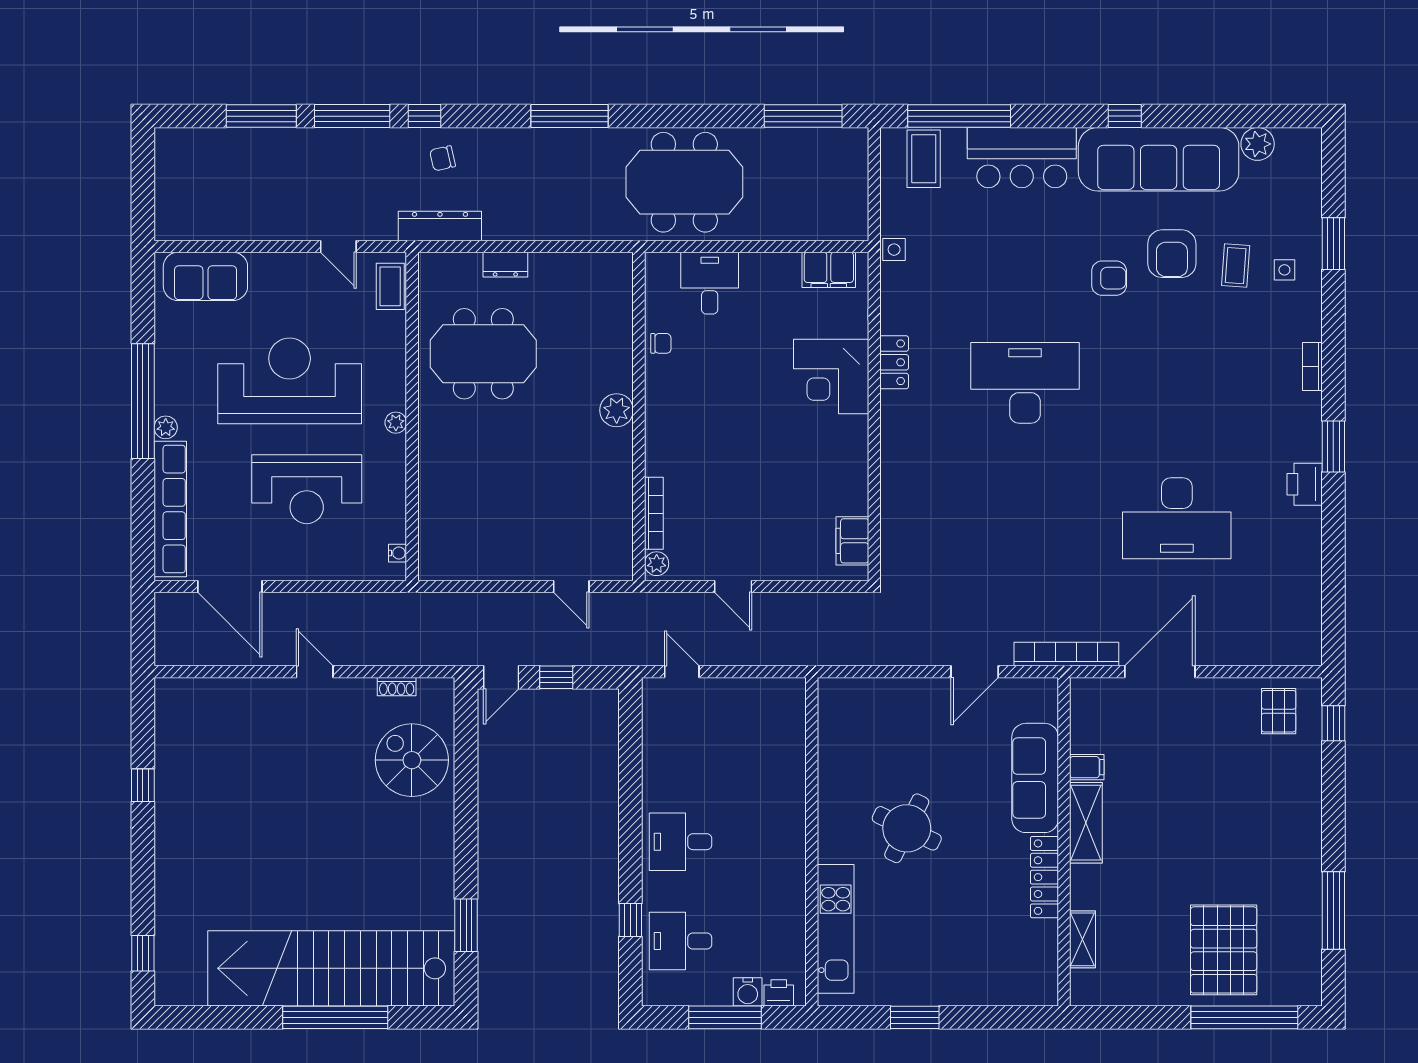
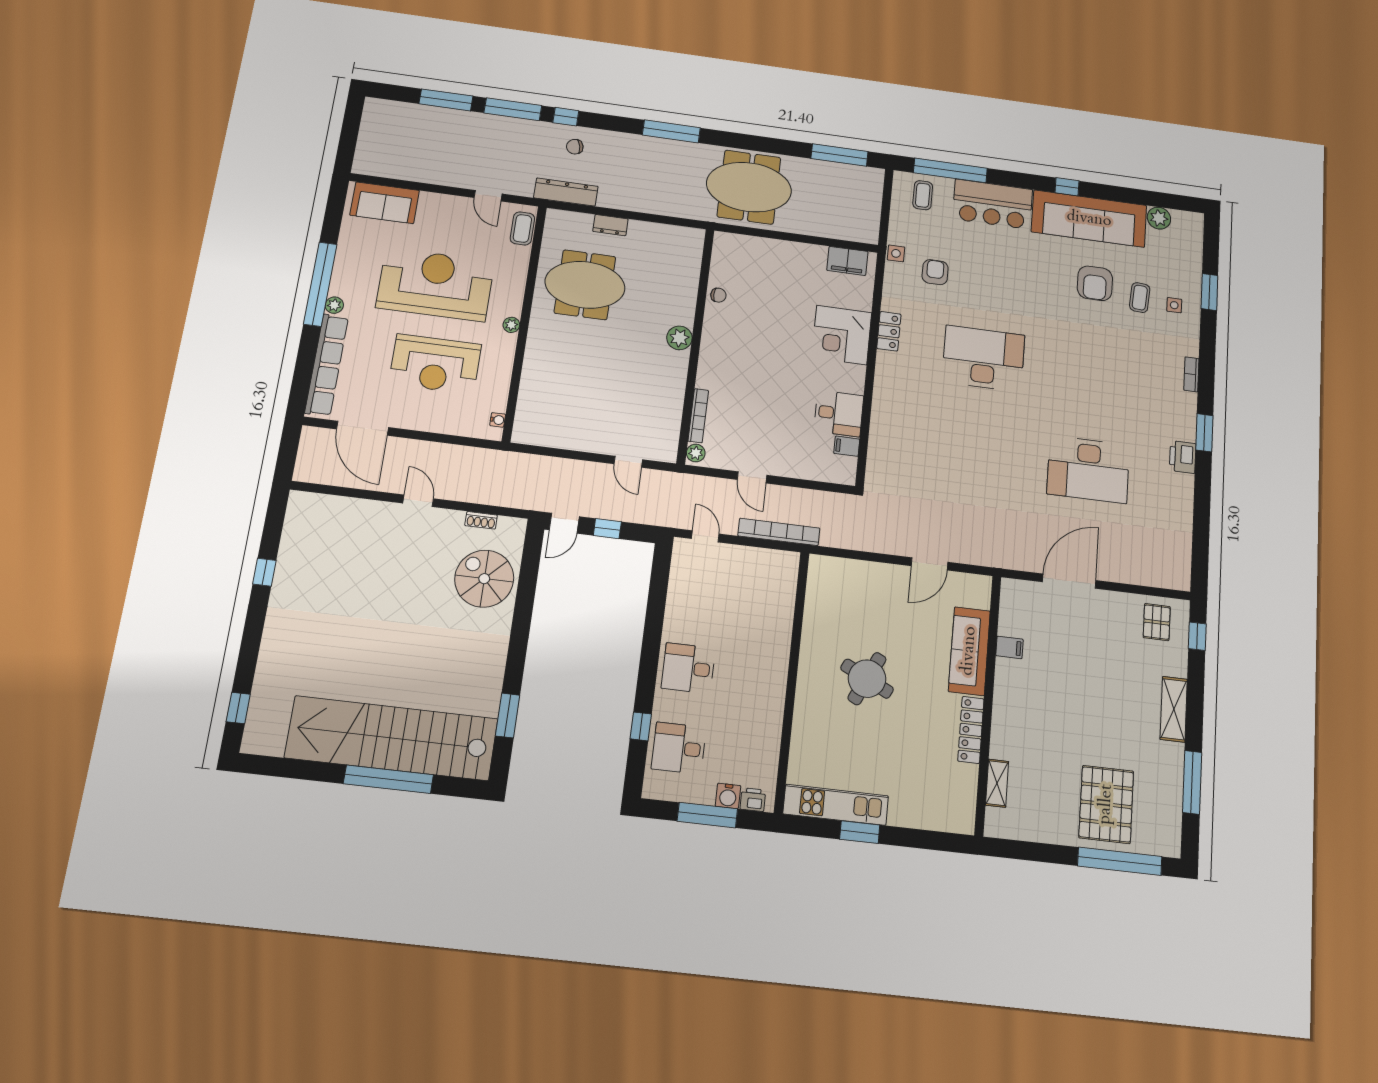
coffee table: (924, 159) -> (923, 195), width x0.73, depth x0.77
armchair: (1109, 278) -> (935, 272), moved, turned -90
desk: (710, 283) -> (839, 413), moved, turned 90
filing cabinet: (852, 541) -> (847, 446), width x0.50
bookcase: (1066, 654) -> (779, 532), moved
shelving: (1086, 823) -> (1174, 709), moved
kitchen unit: (836, 929) -> (836, 805), moved, turned -90

